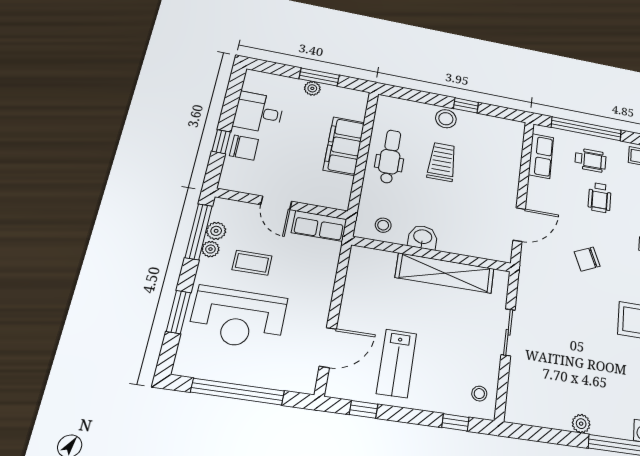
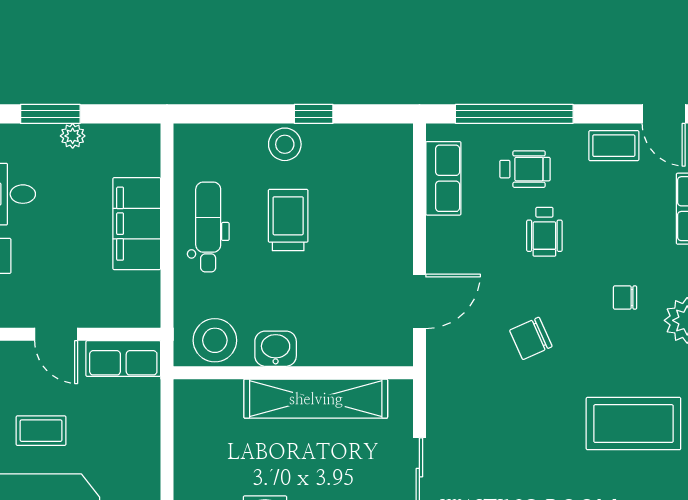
window: (319, 77) -> (50, 114), moved
stool: (383, 225) -> (215, 340), width x1.89, depth x1.89

